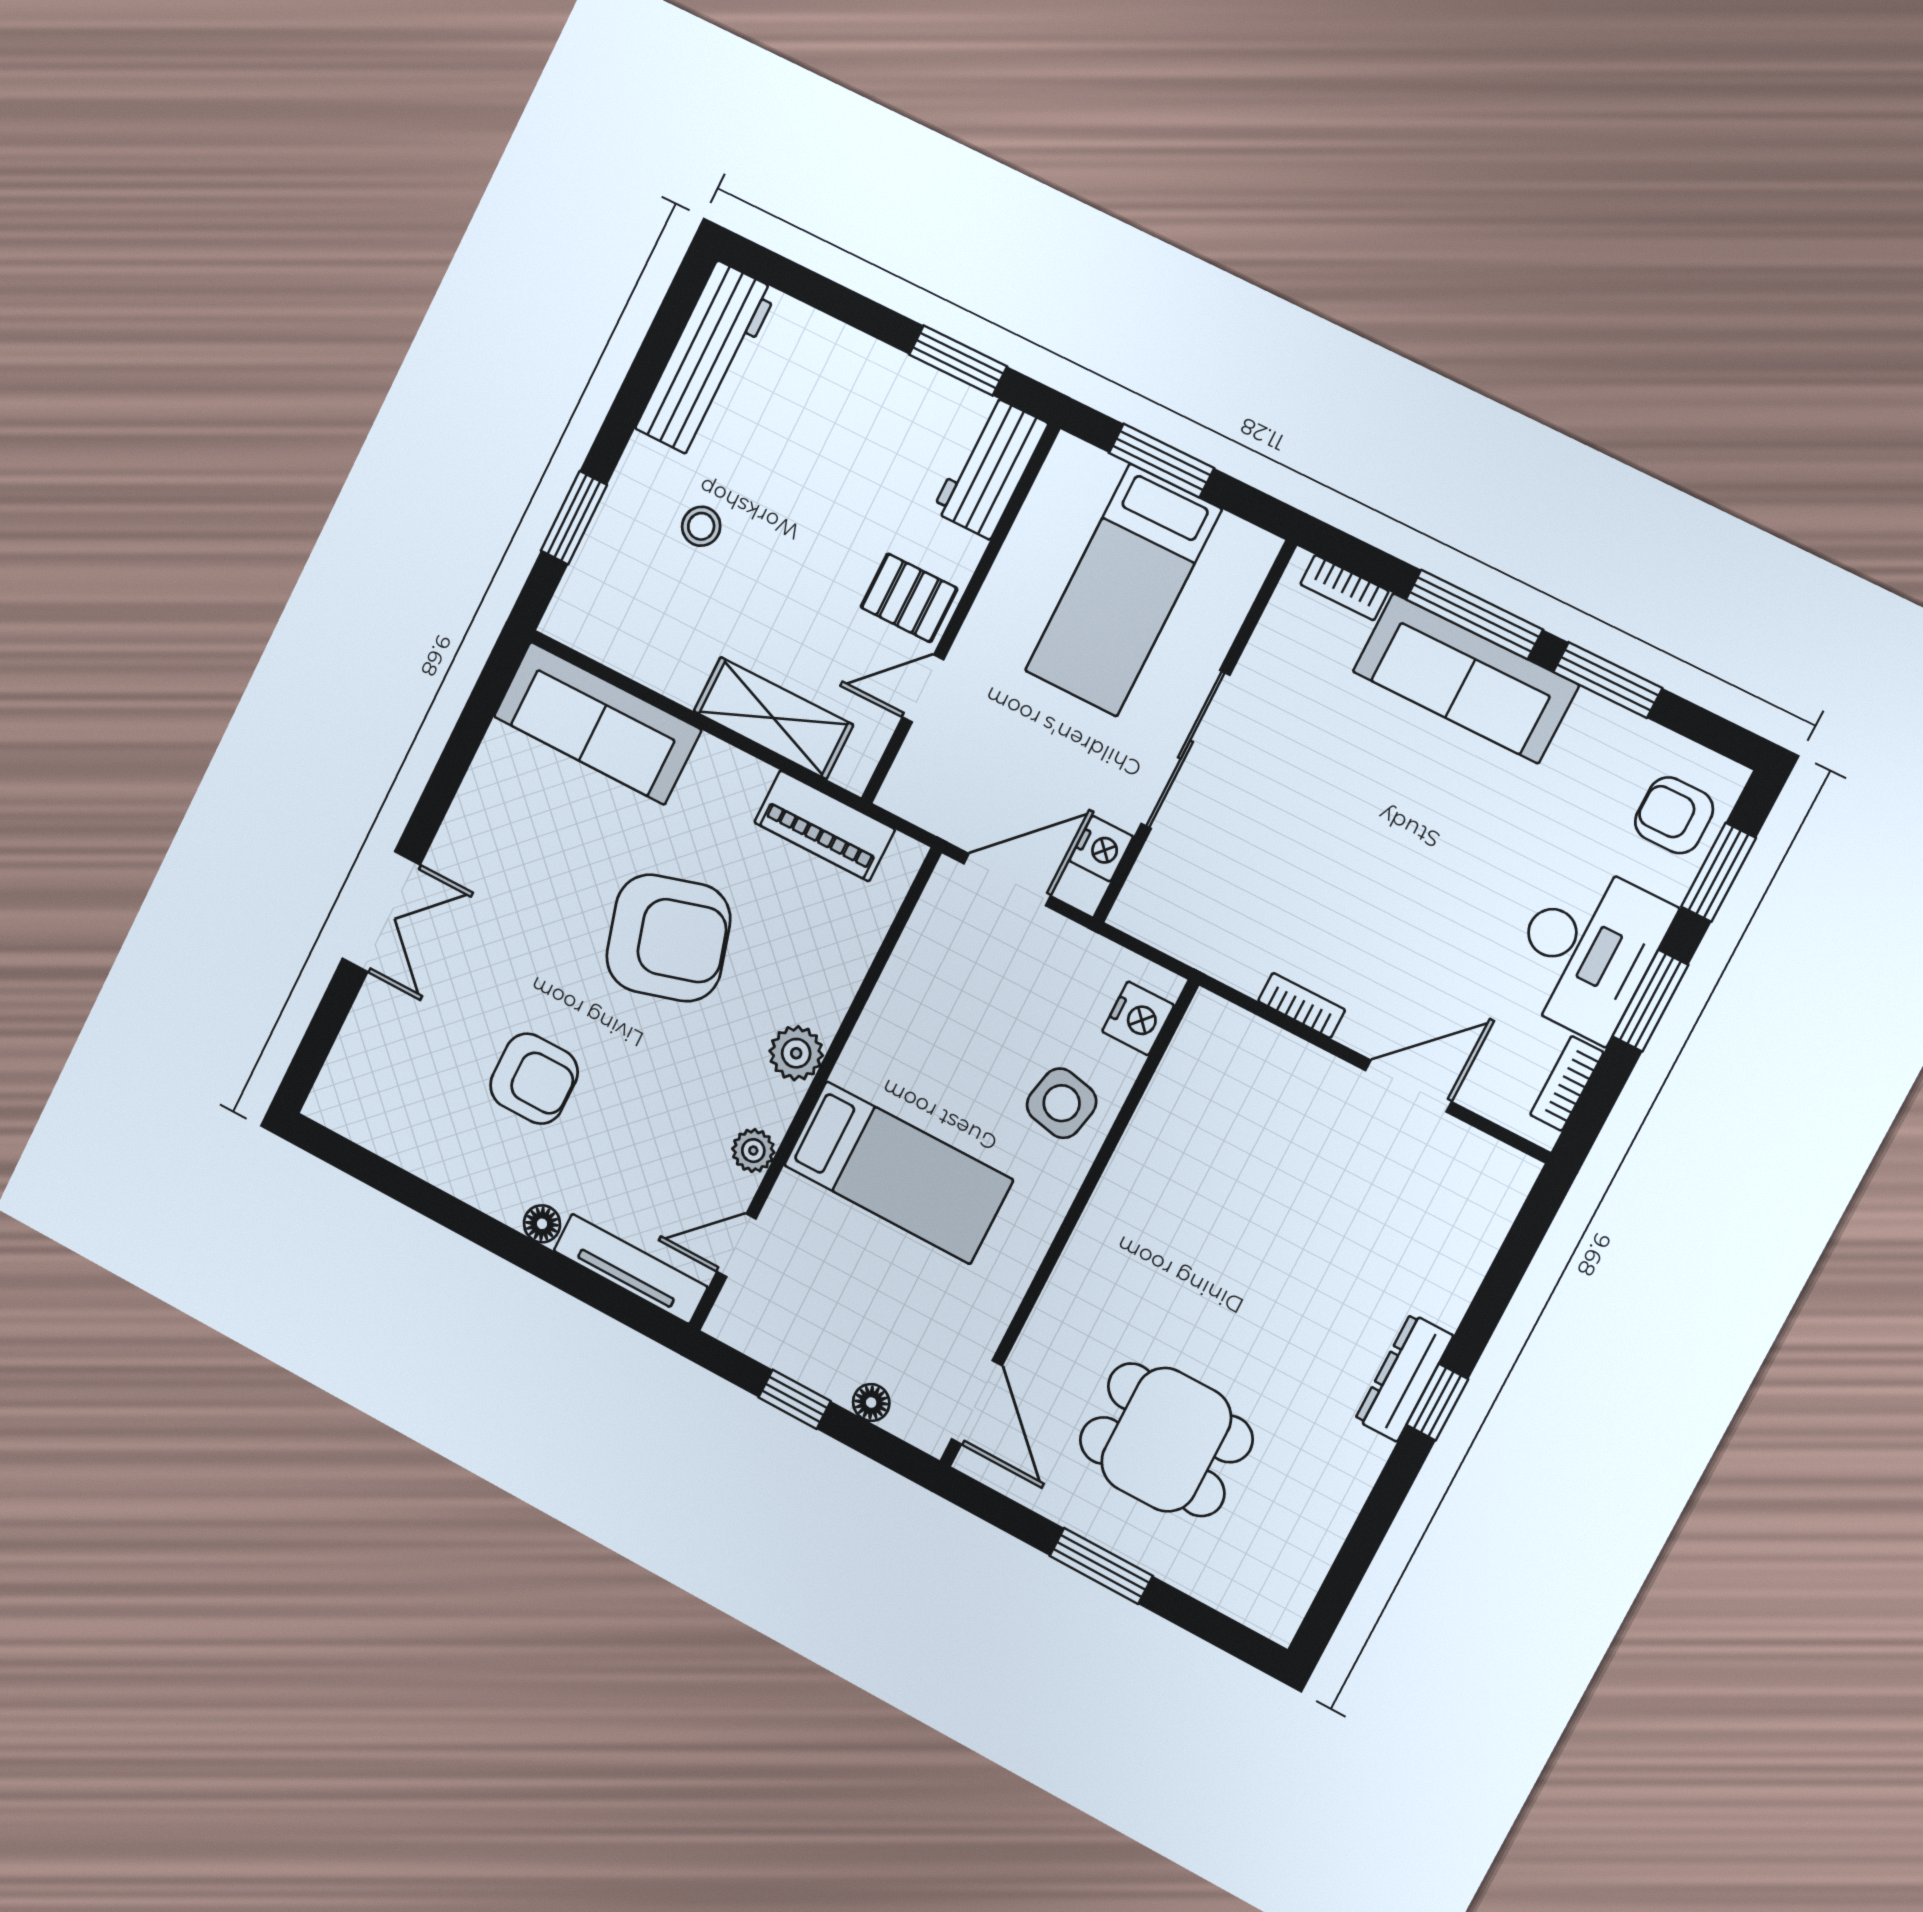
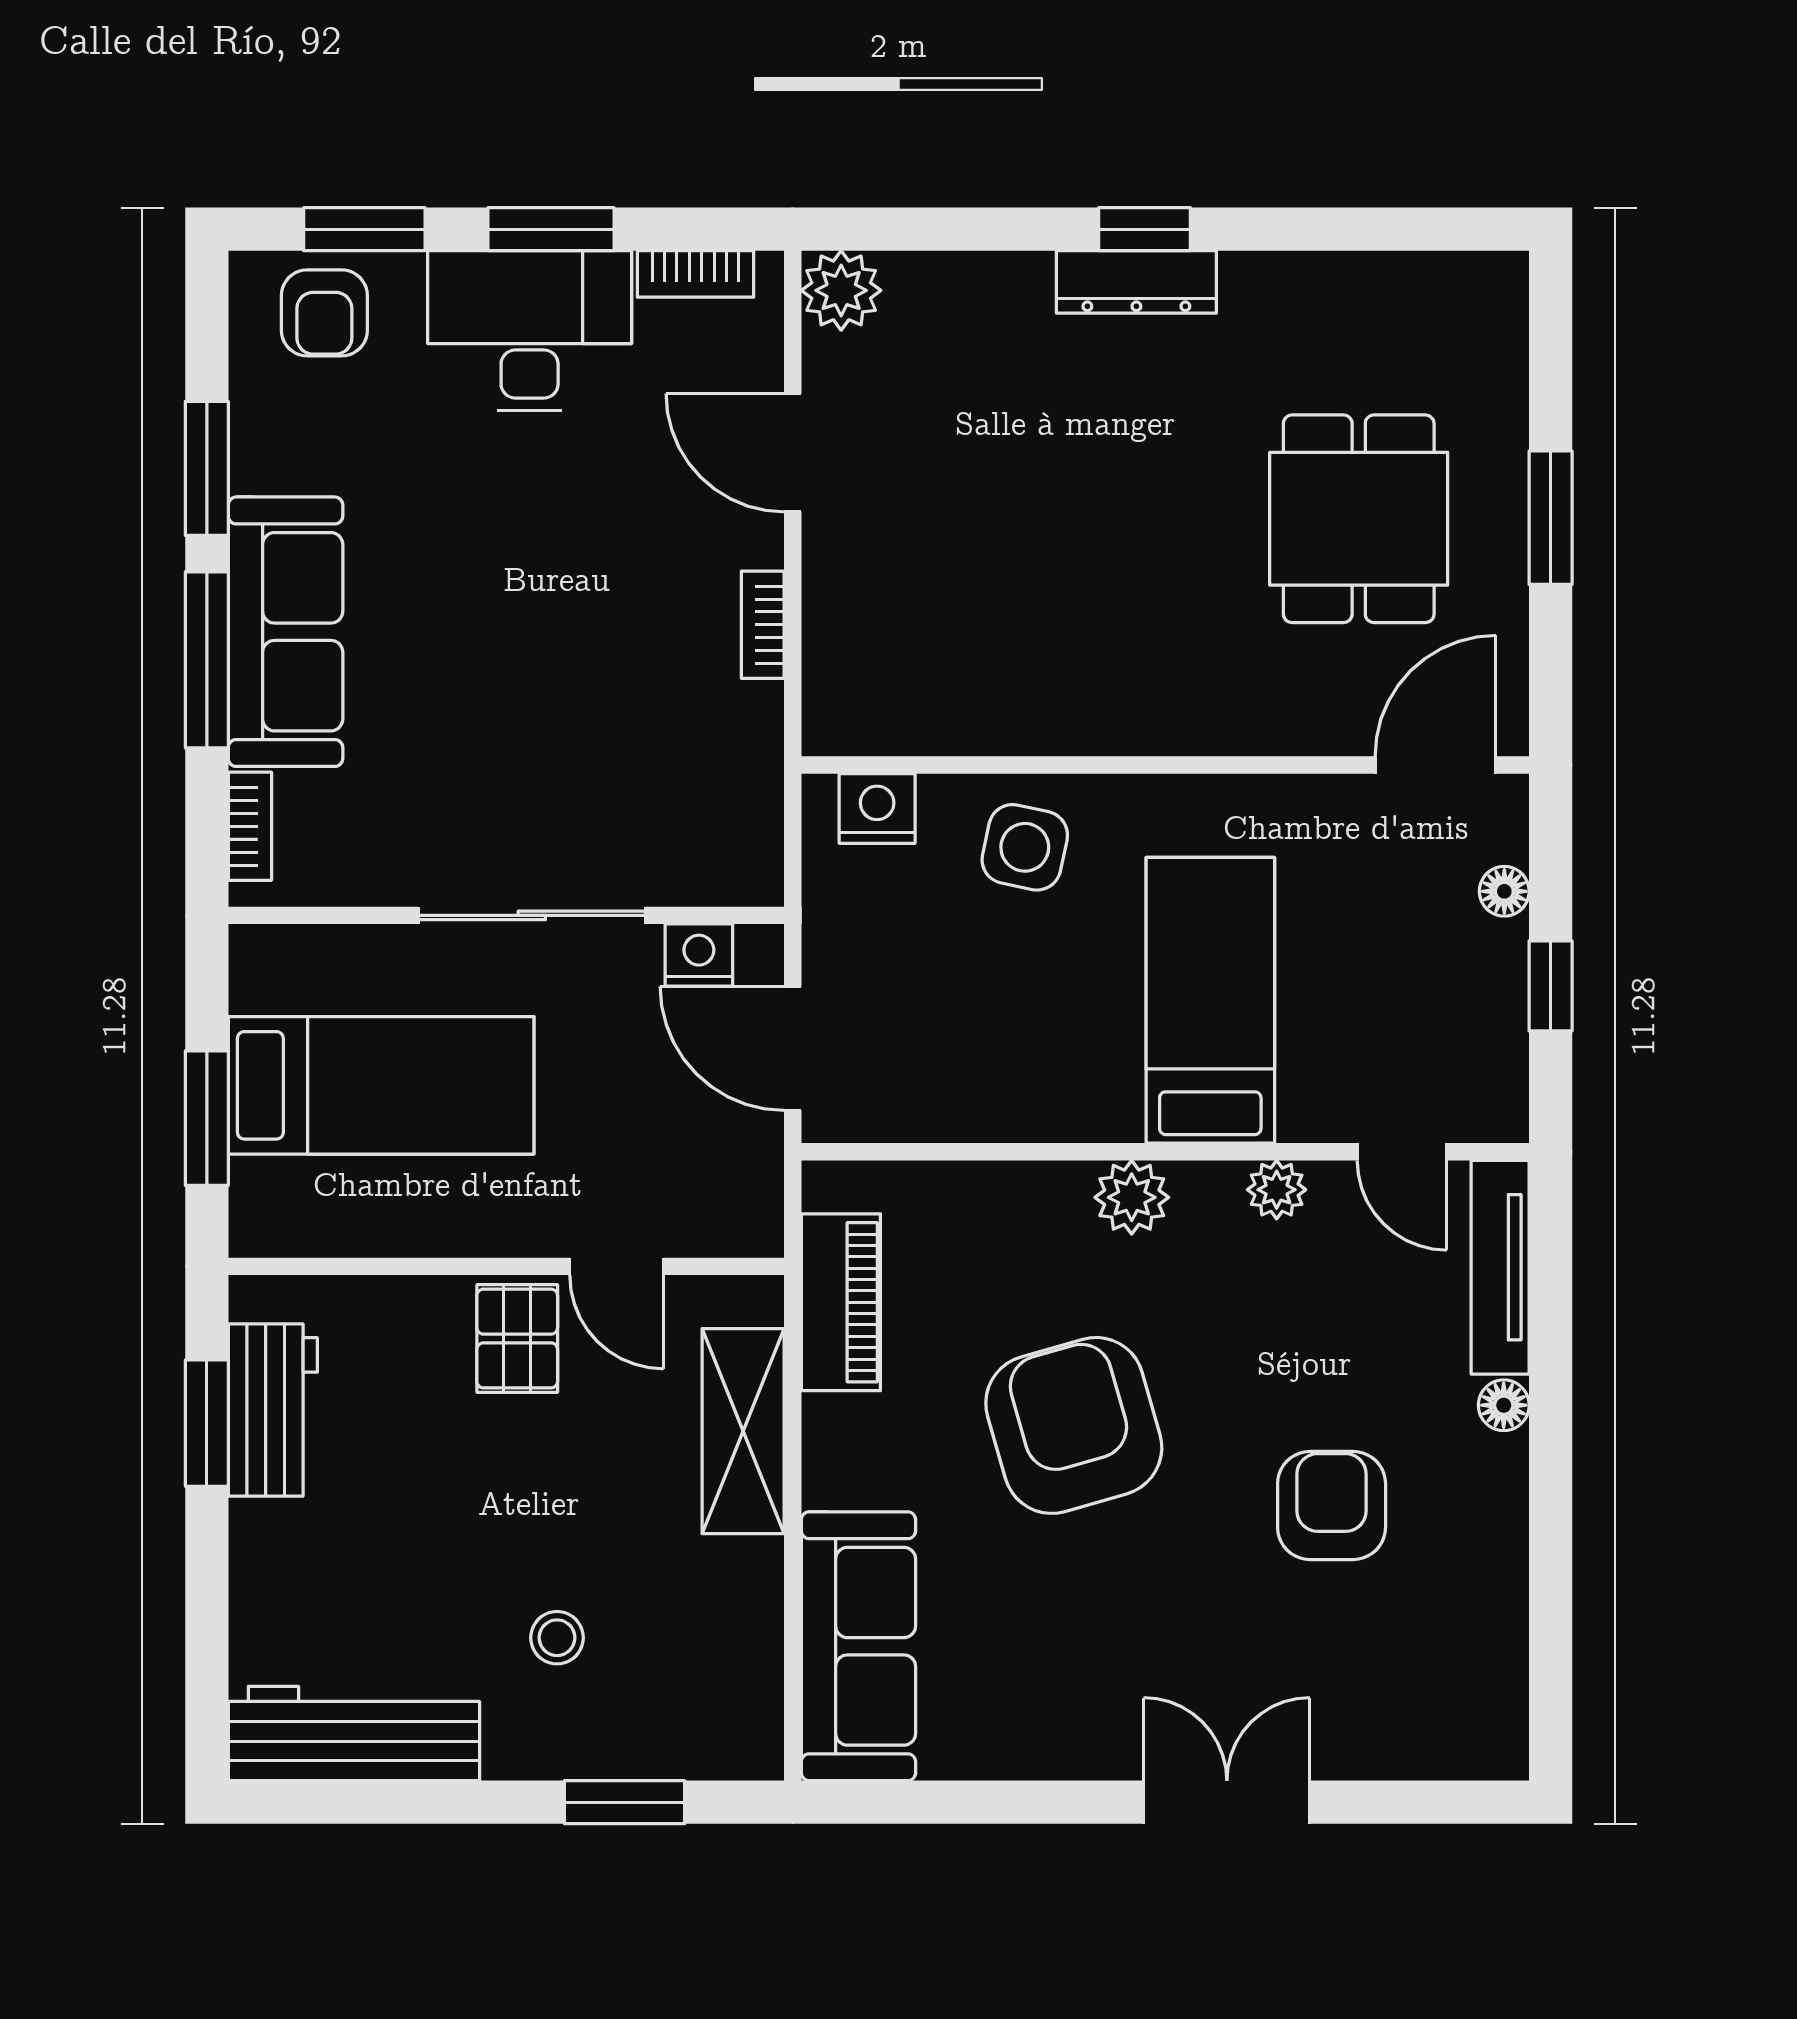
workbench: (990, 467) -> (273, 1410), moved, turned -90
plant: (1503, 1176) -> (841, 290), added

